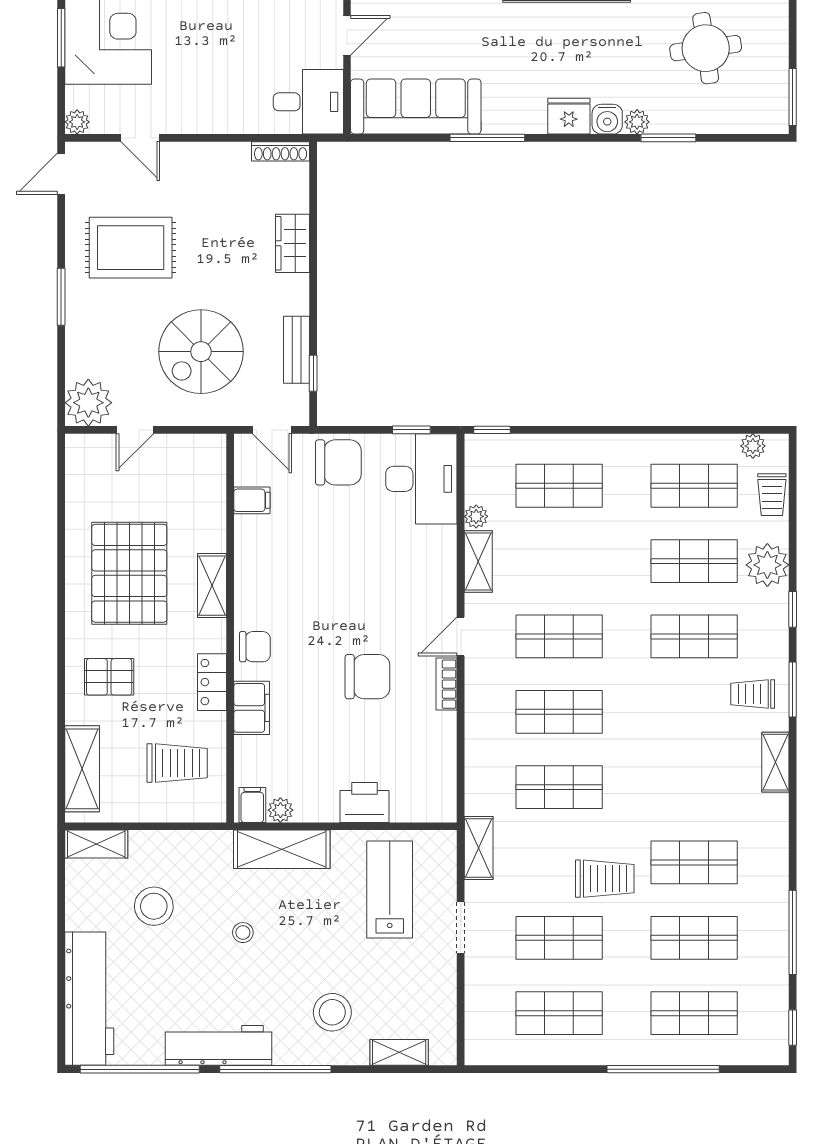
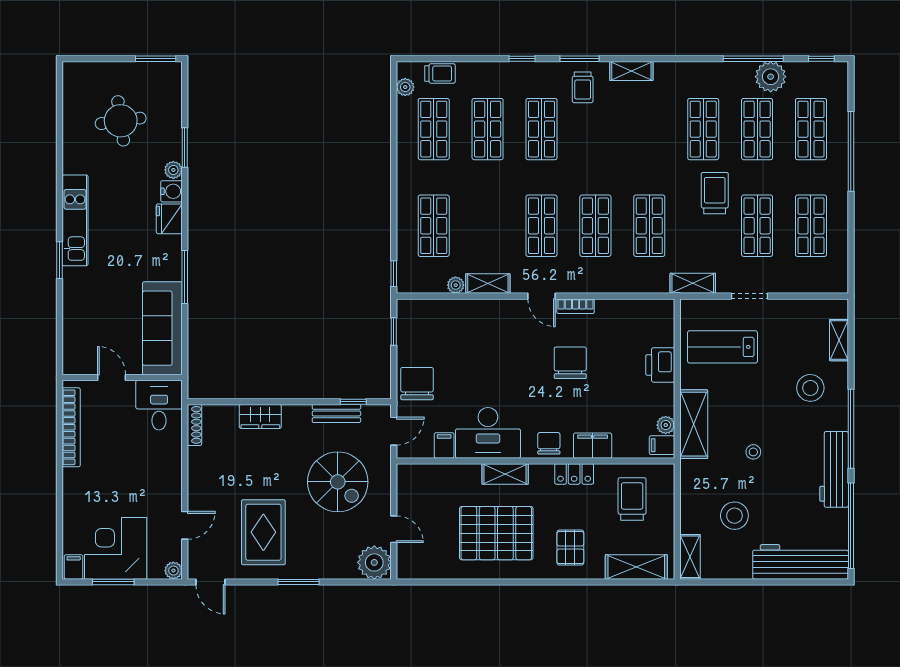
desk: (421, 479) -> (488, 433), moved, turned 180
plant: (767, 565) -> (771, 77), moved

